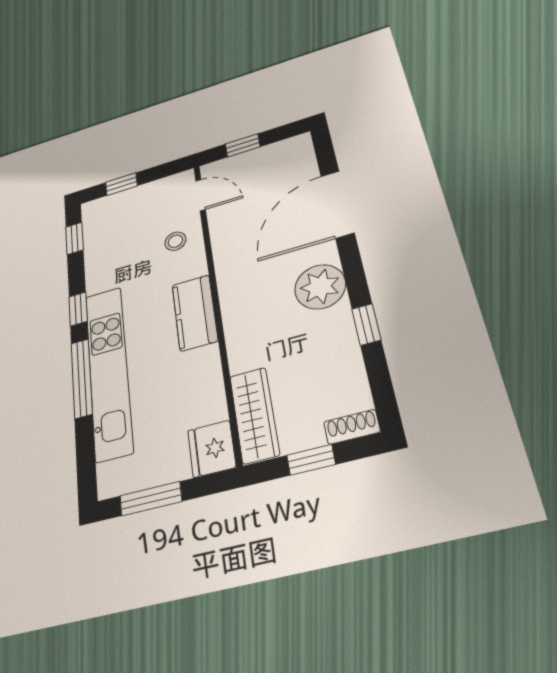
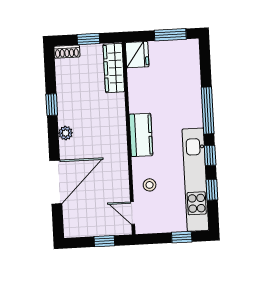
window: (74, 238) -> (212, 190), moved
plant: (320, 287) -> (66, 133), width x0.53, depth x0.53
kitchen unit: (108, 371) -> (195, 180), moved

